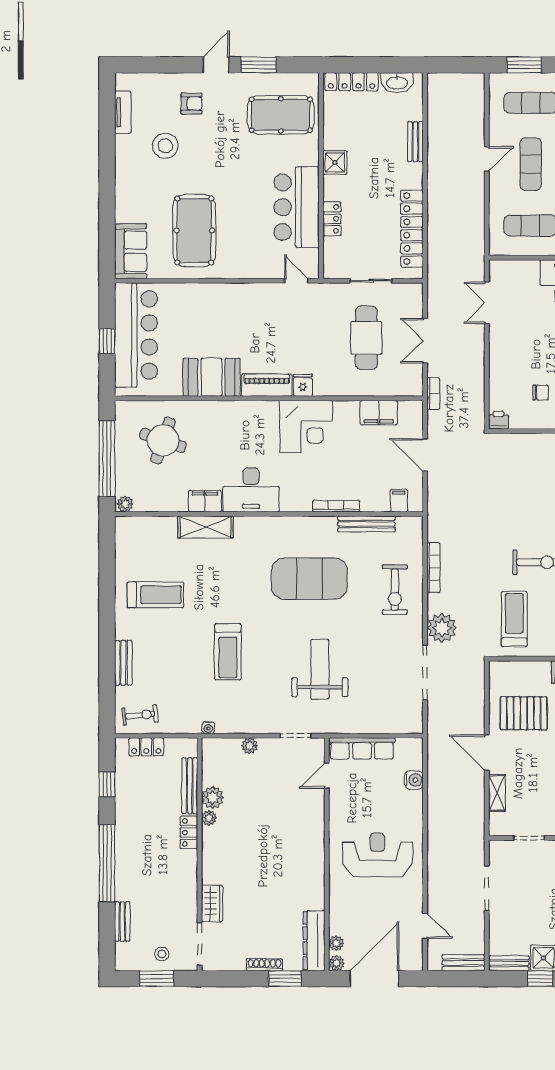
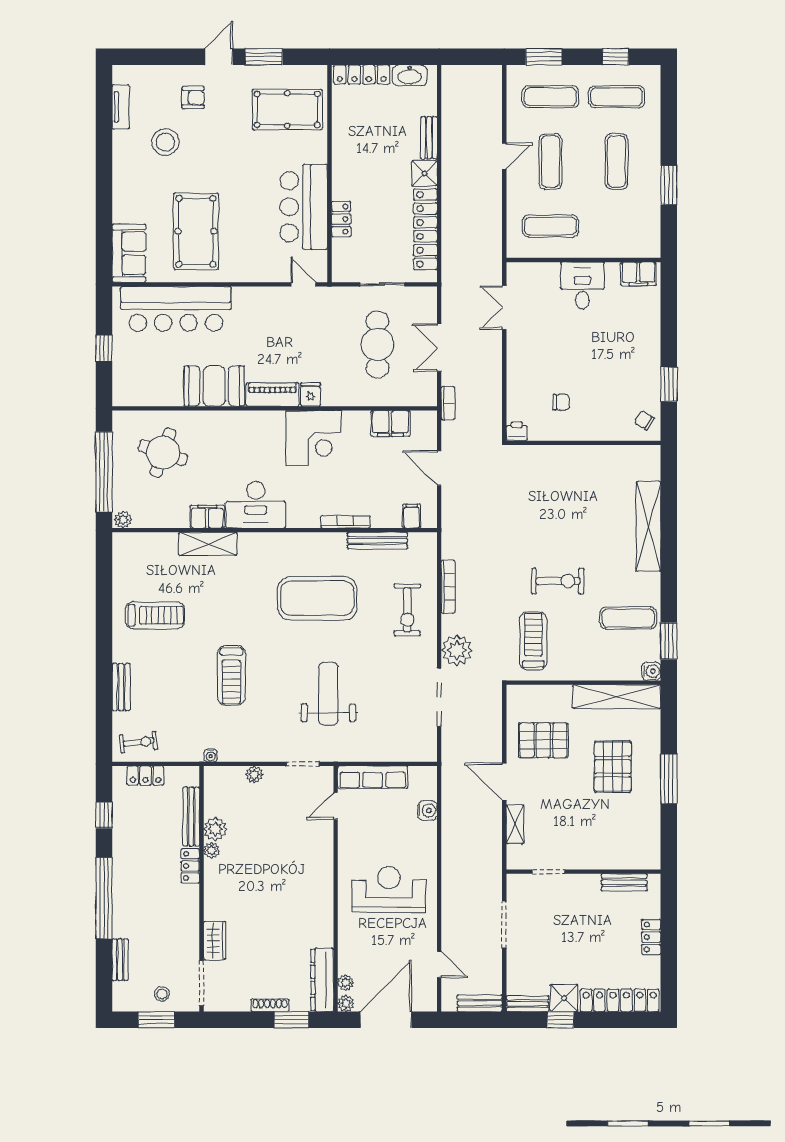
shower: (335, 162) -> (424, 173), moved
bar counter: (136, 335) -> (176, 309), moved, turned 90

